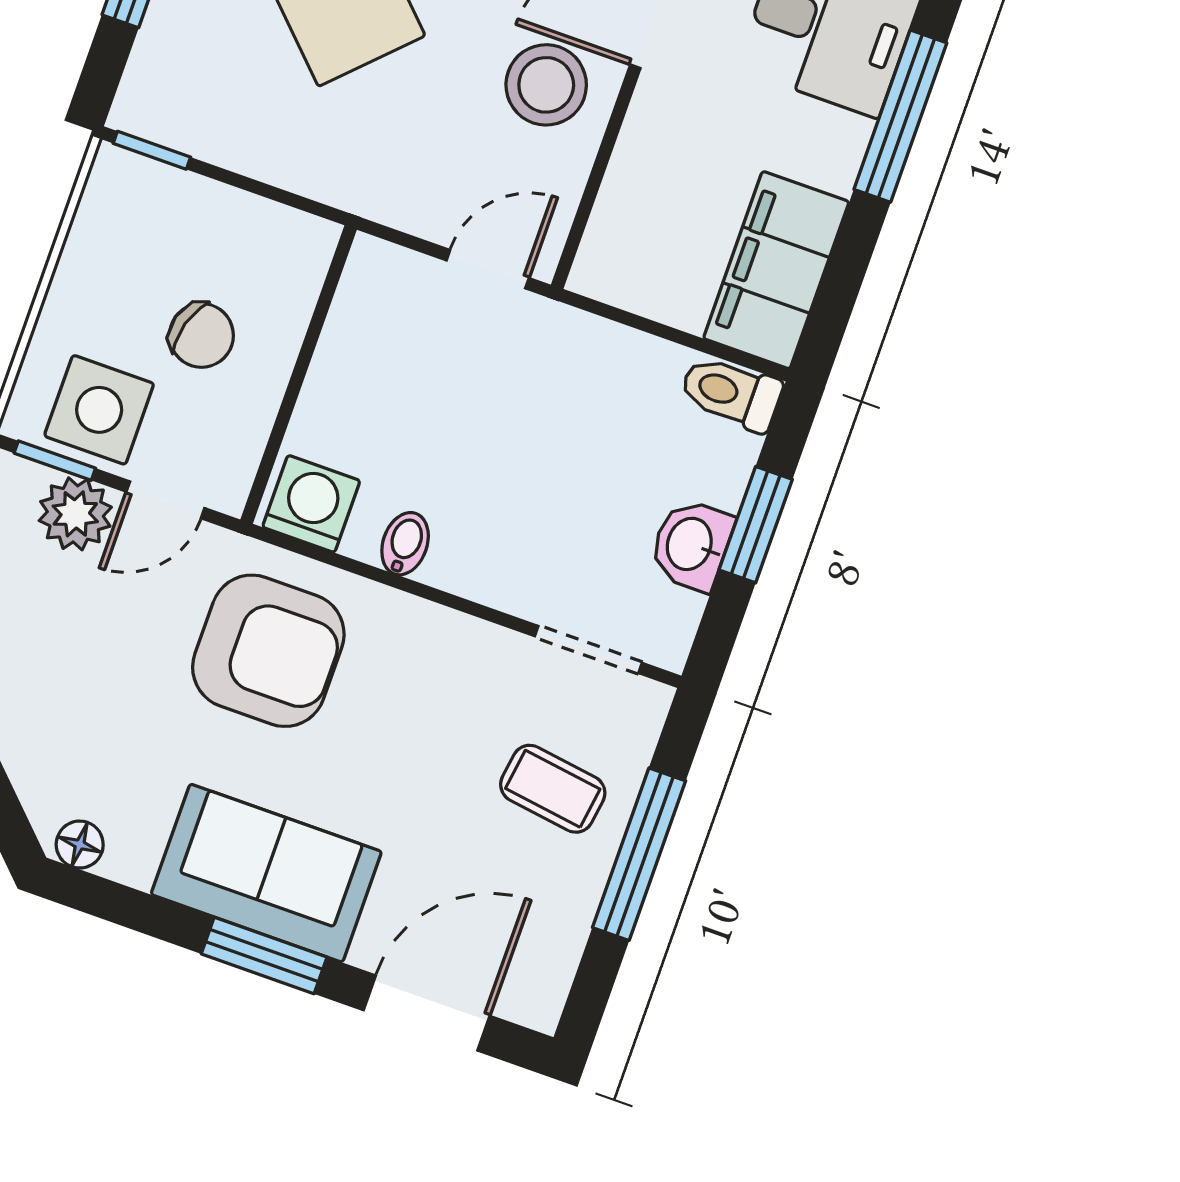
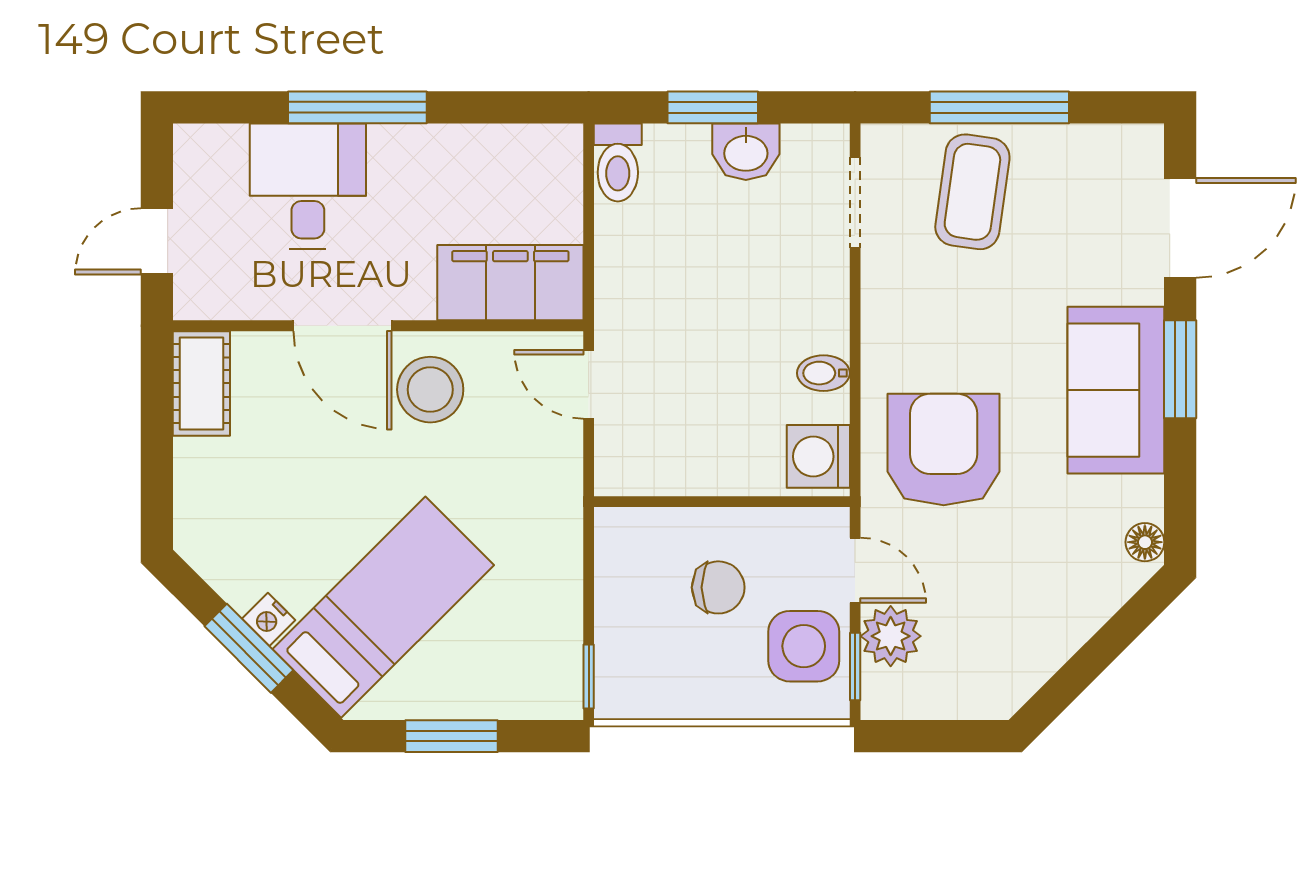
filing cabinet: (776, 270) -> (510, 283), moved, turned 180
chair: (201, 335) -> (718, 587), turned 74
coffee table: (553, 789) -> (972, 192), width x1.36, depth x1.30
door: (427, 1013) -> (1180, 228), swing flipped

